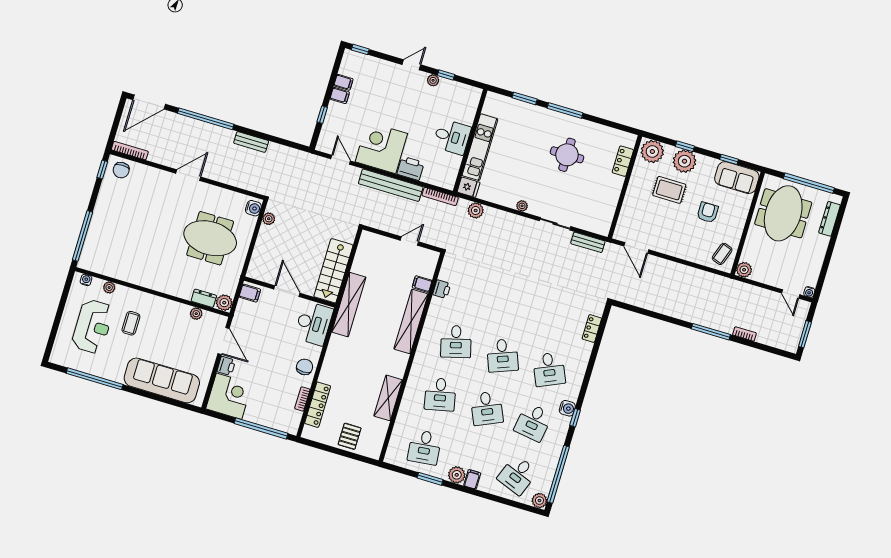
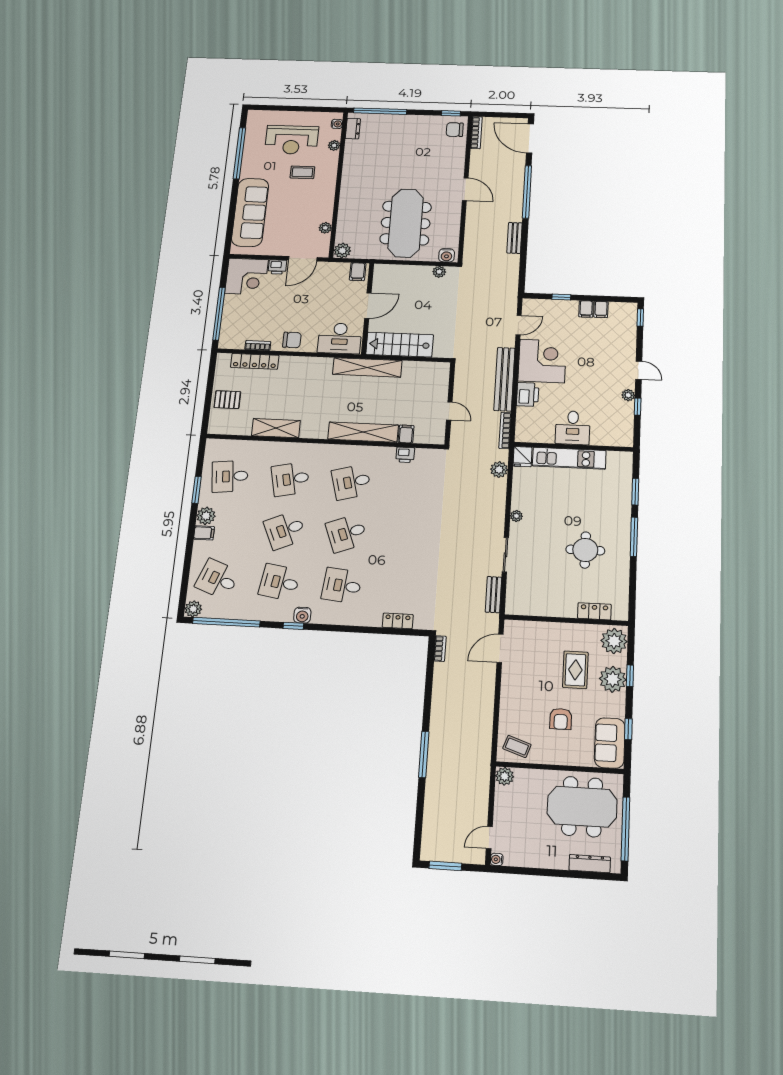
armchair: (708, 212) -> (561, 719), turned 90
meeting table: (210, 238) -> (406, 223), width x1.36
dresser: (204, 298) -> (353, 129), moved
bookcase: (744, 334) -> (440, 649), moved
desk: (549, 369) -> (342, 586), turned 30

